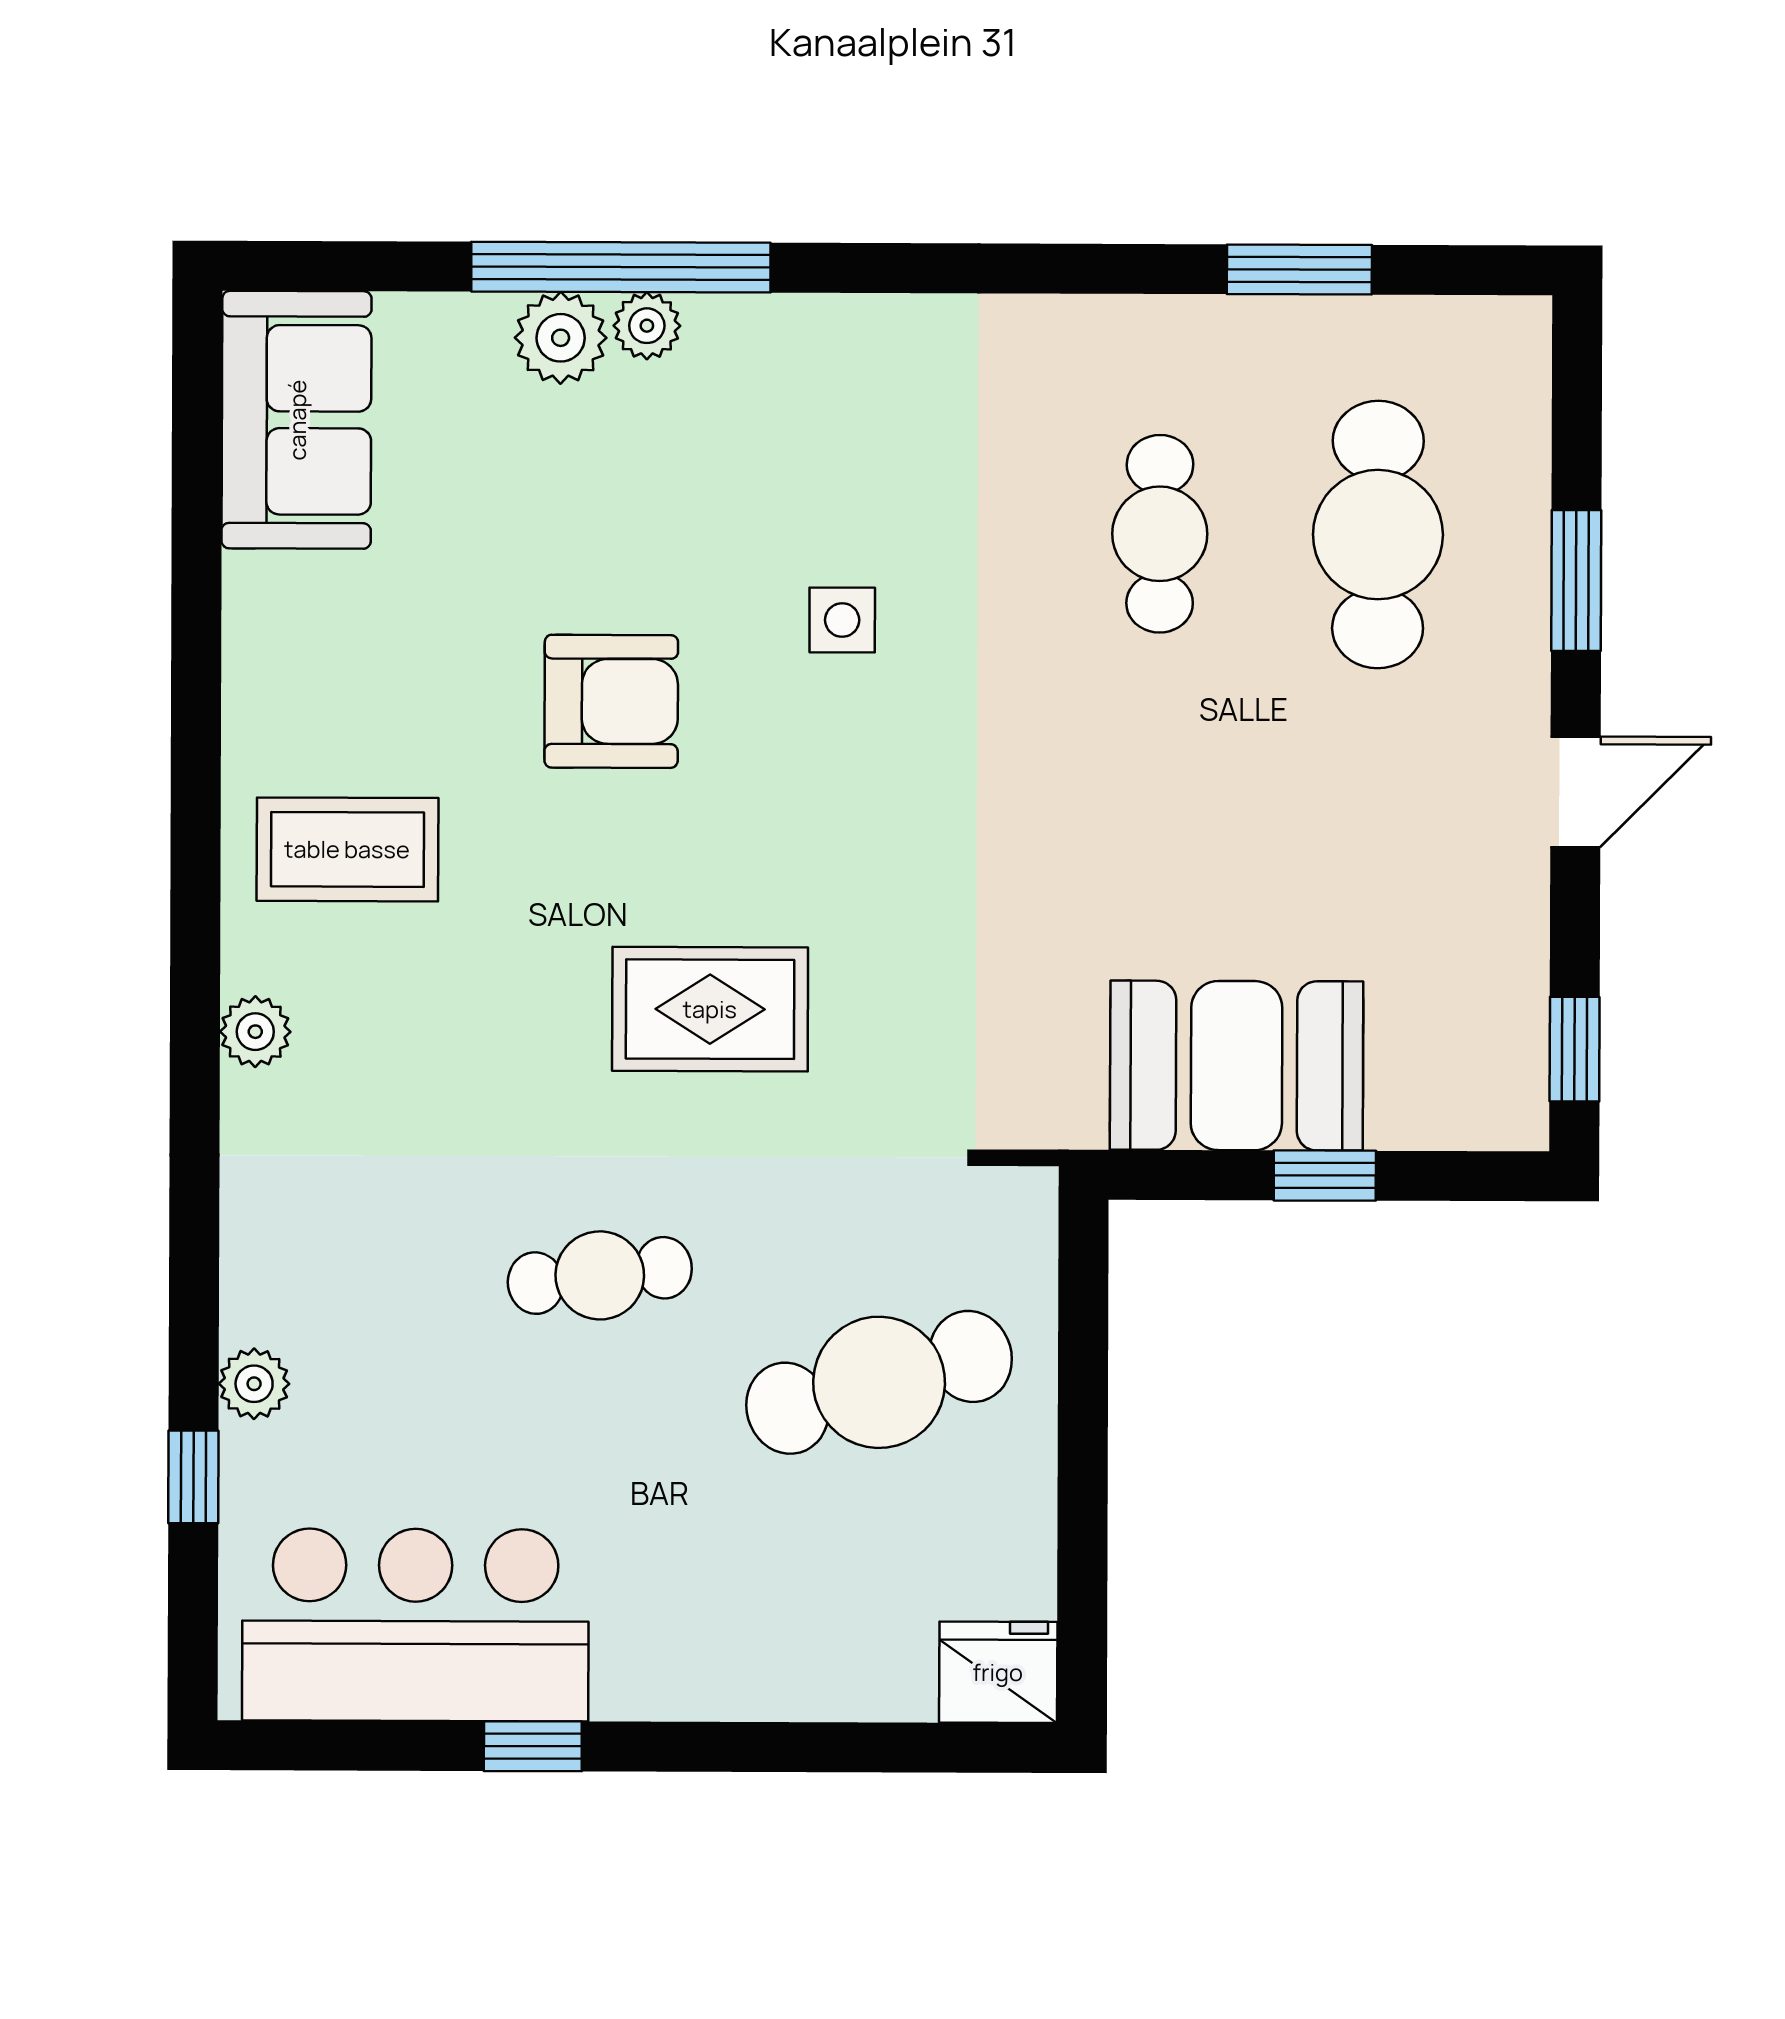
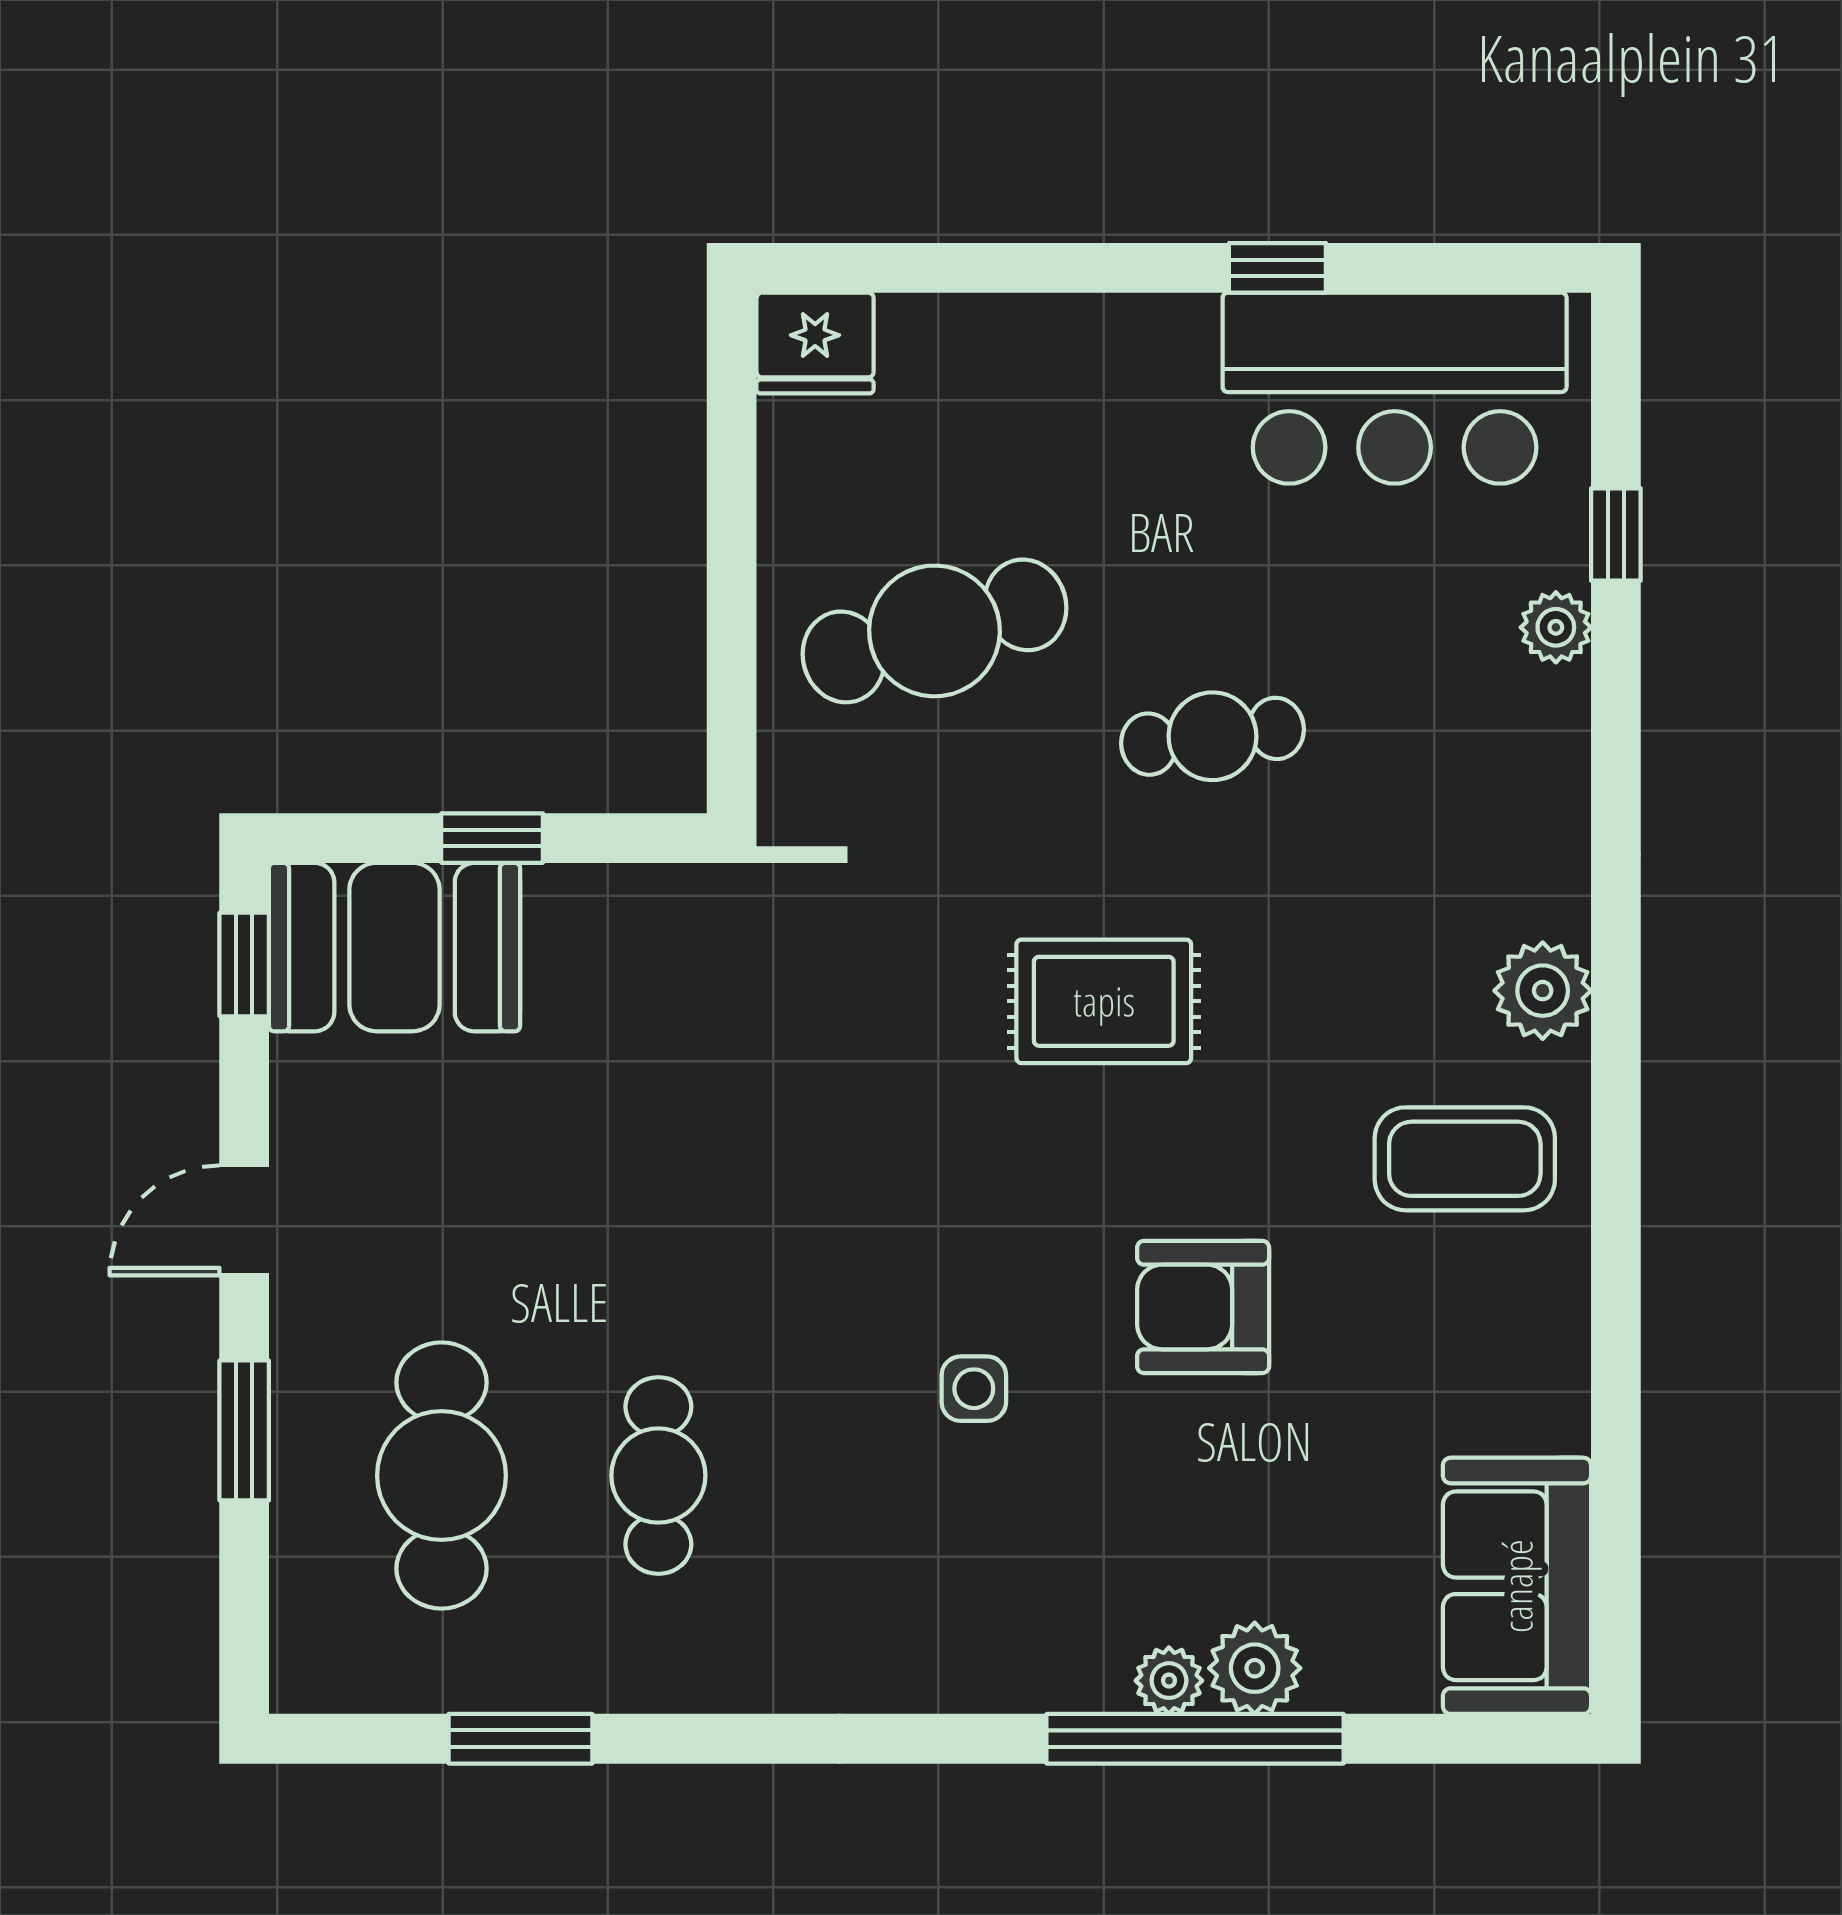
plant: (255, 1032) -> (1543, 991), width x1.38, depth x1.38
booth: (1237, 1066) -> (395, 947), moved

